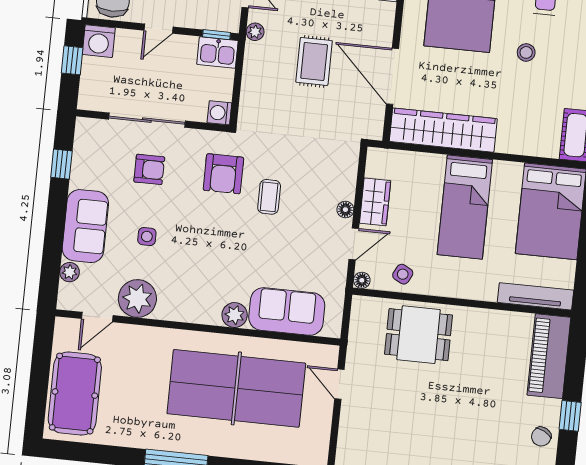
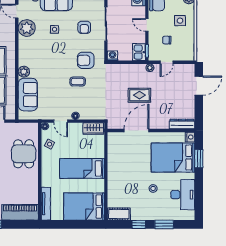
wardrobe: (443, 130) -> (115, 155), removed
wardrobe: (375, 202) -> (93, 129), moved

